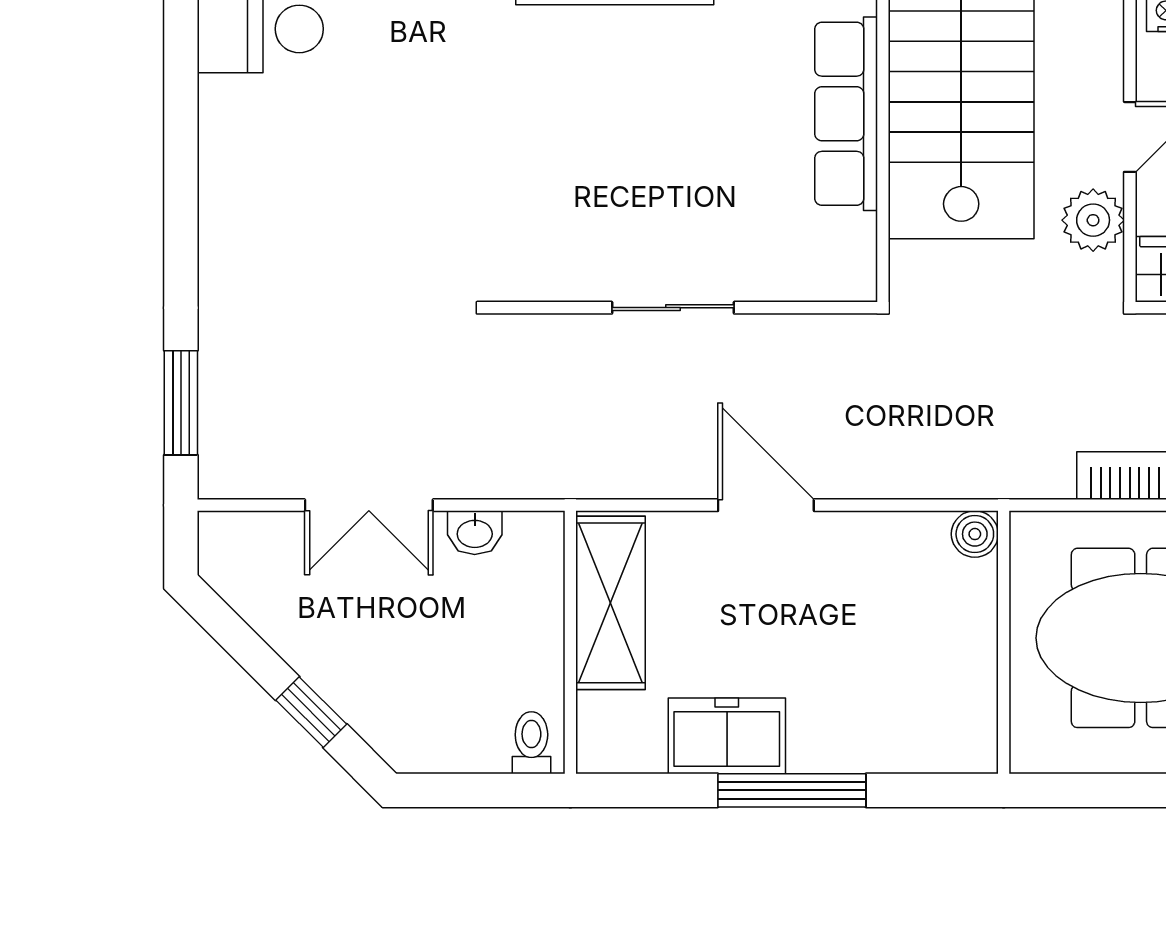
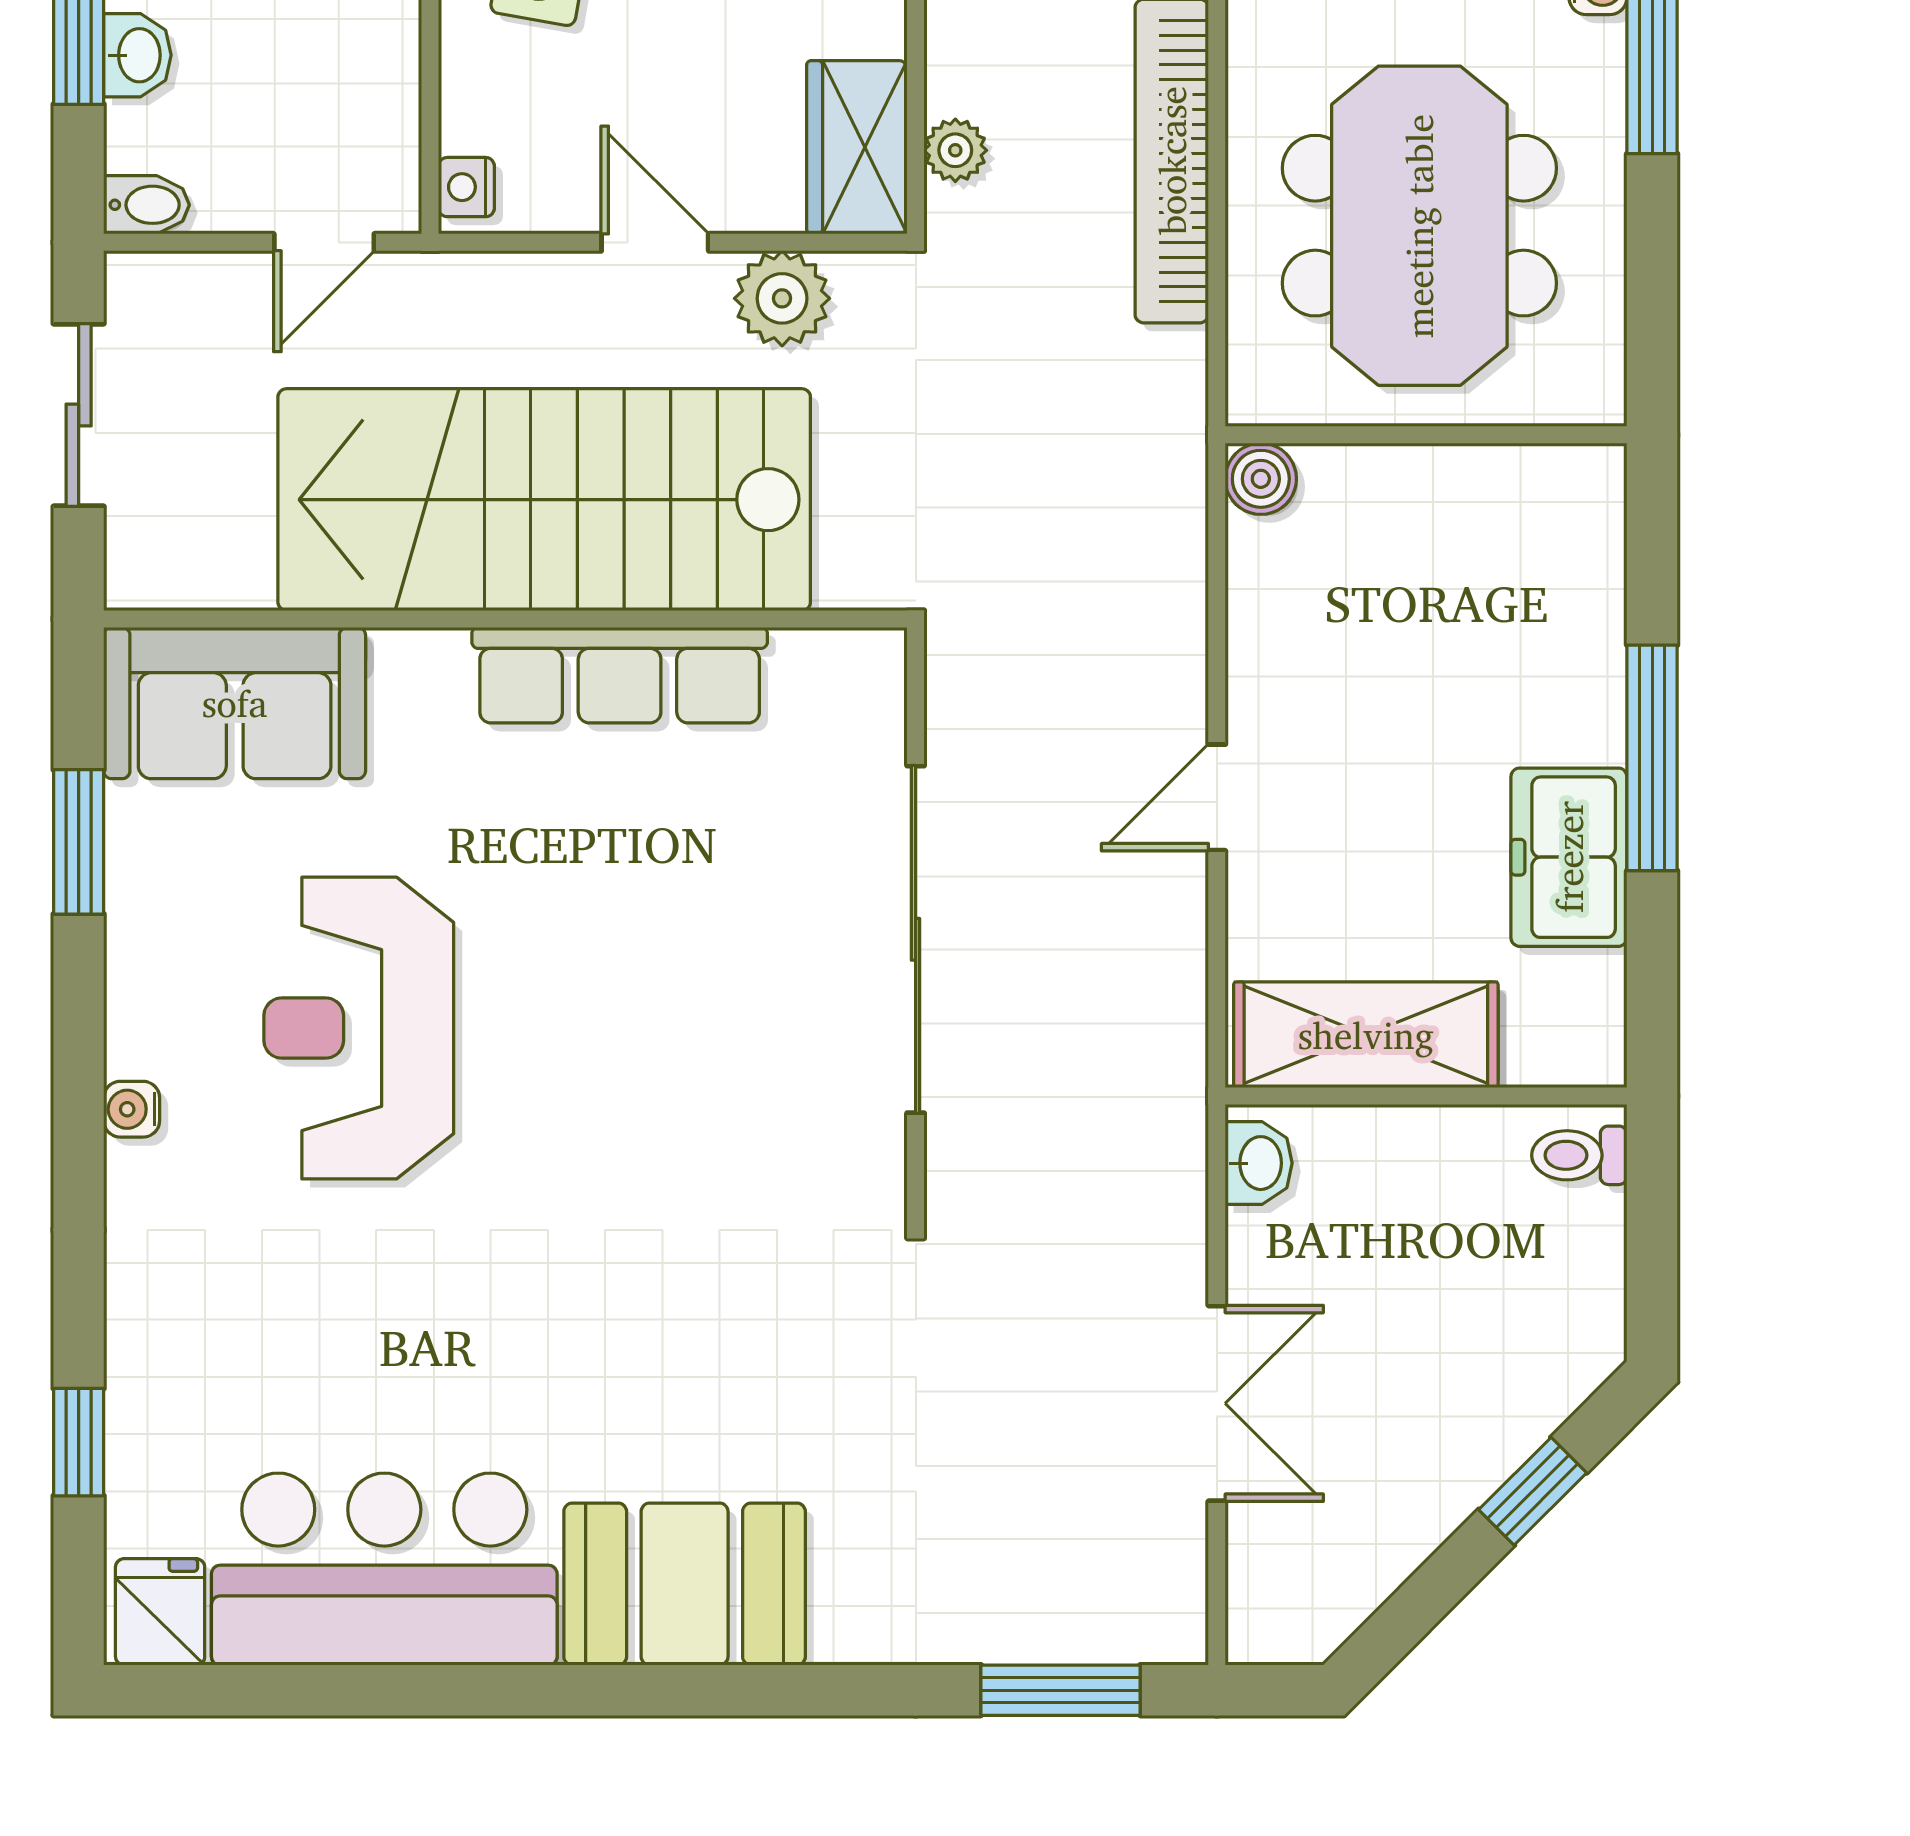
booth: (250, 156) -> (685, 1584), added
sliding door: (673, 308) -> (916, 939), width x1.86
door: (766, 505) -> (1217, 797), width x0.73
washbasin: (475, 533) -> (1259, 1163), moved

